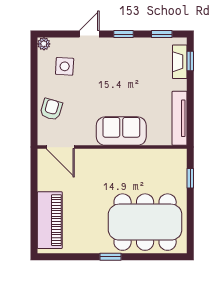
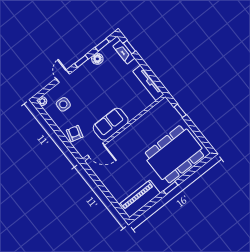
floor lamp: (144, 45) -> (97, 59), added
sofa: (121, 131) -> (111, 124), moved
piano: (50, 220) -> (140, 199), moved, turned -90

